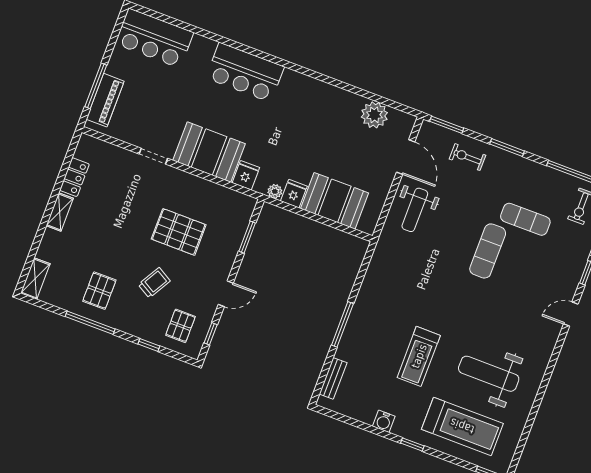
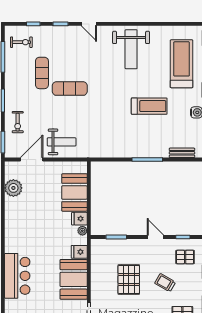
weight bench: (489, 374) -> (131, 49), moved

